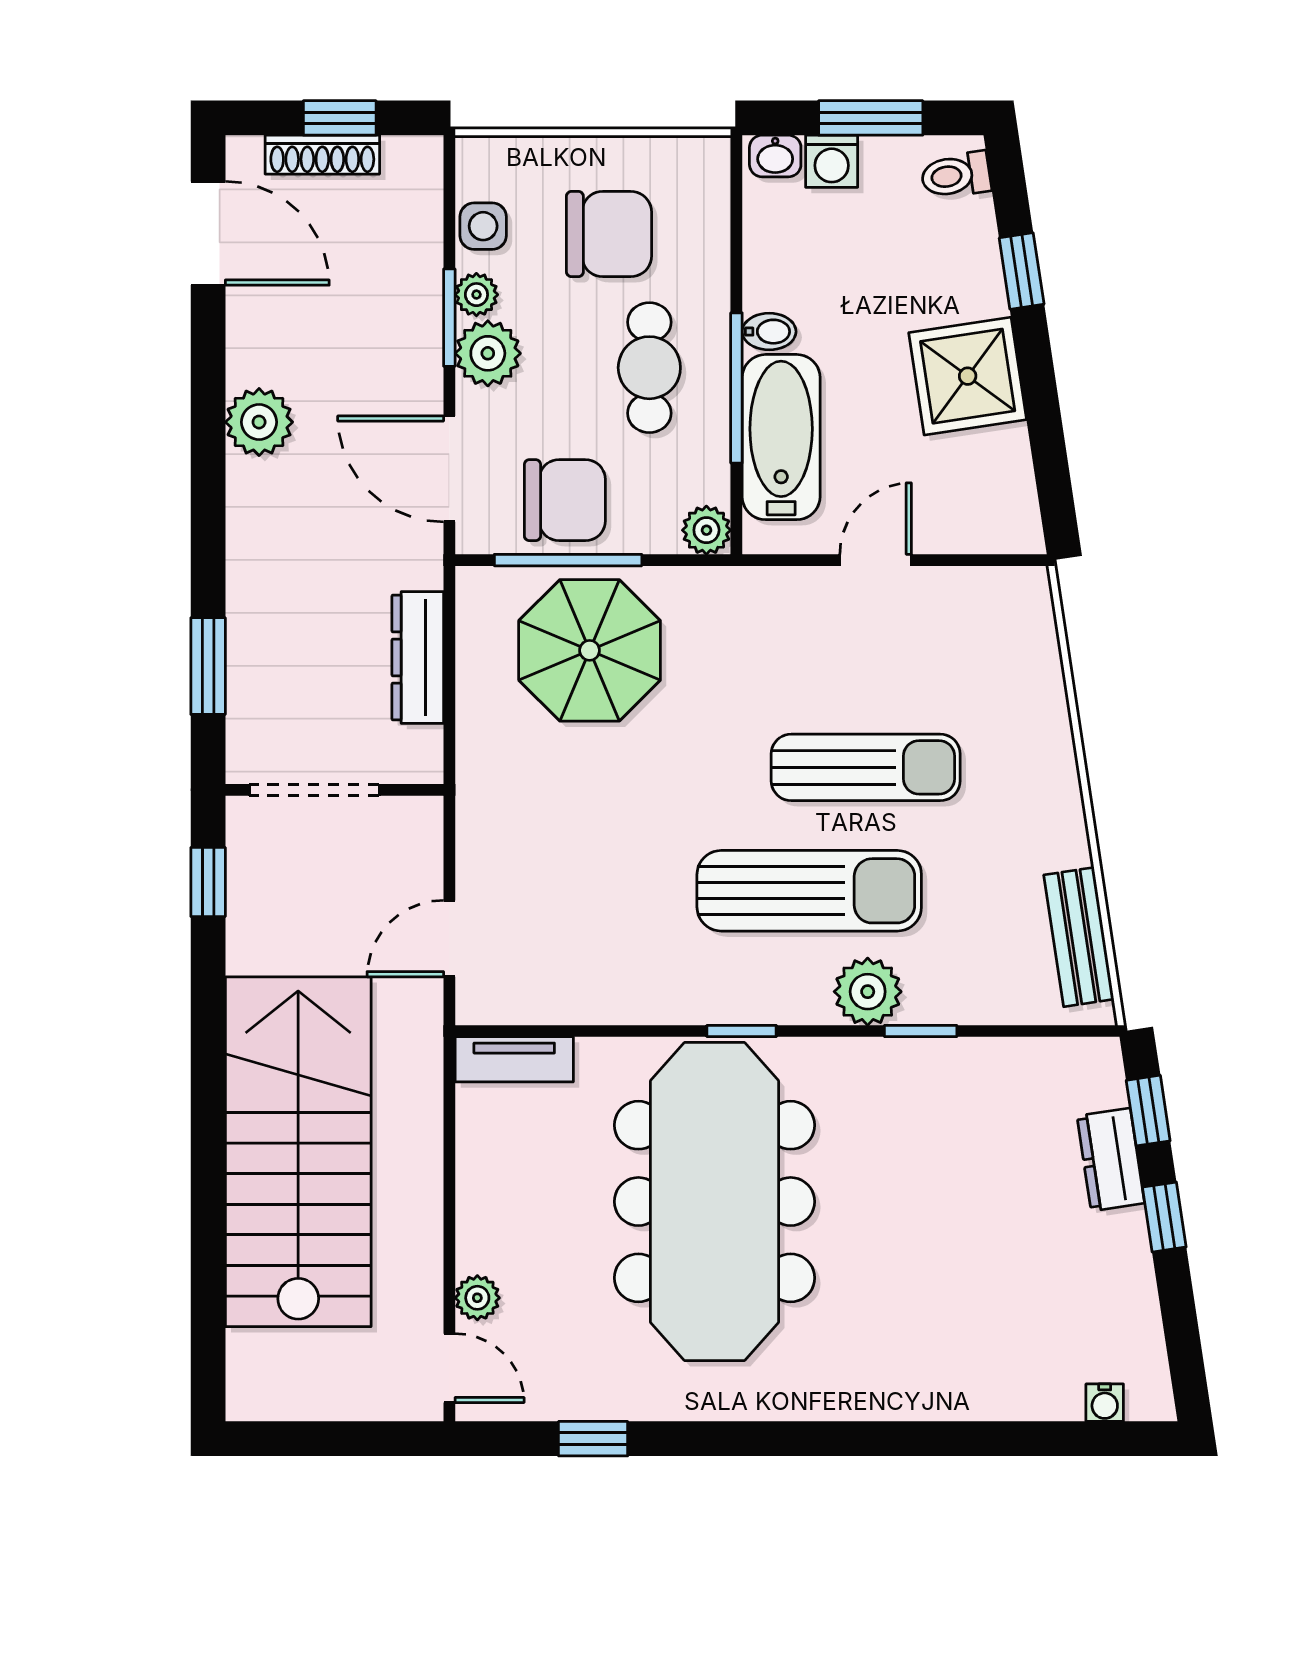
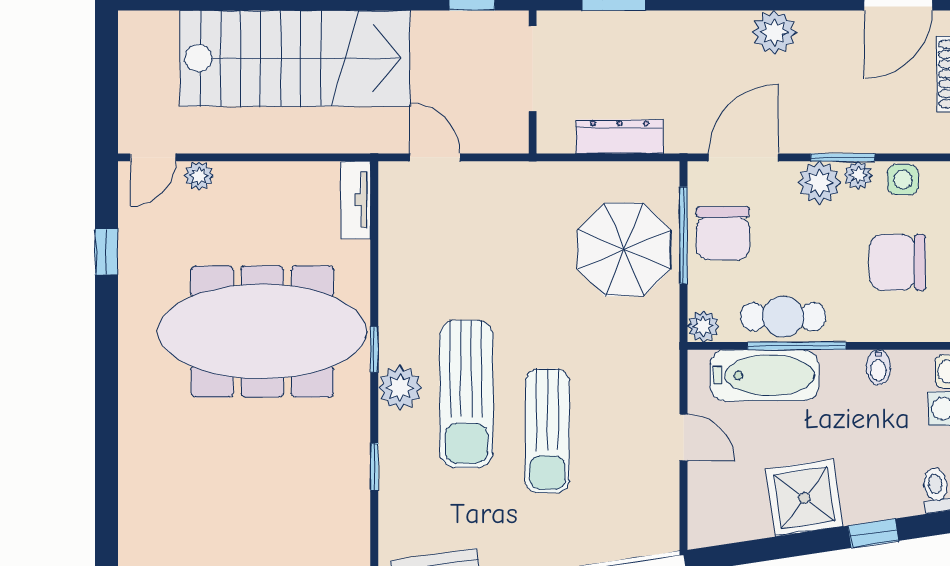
chair: (609, 234) -> (898, 262), turned 90
bidet: (769, 332) -> (878, 367), moved
cafe table: (649, 368) -> (783, 317), moved
plant: (868, 992) -> (400, 388), moved

